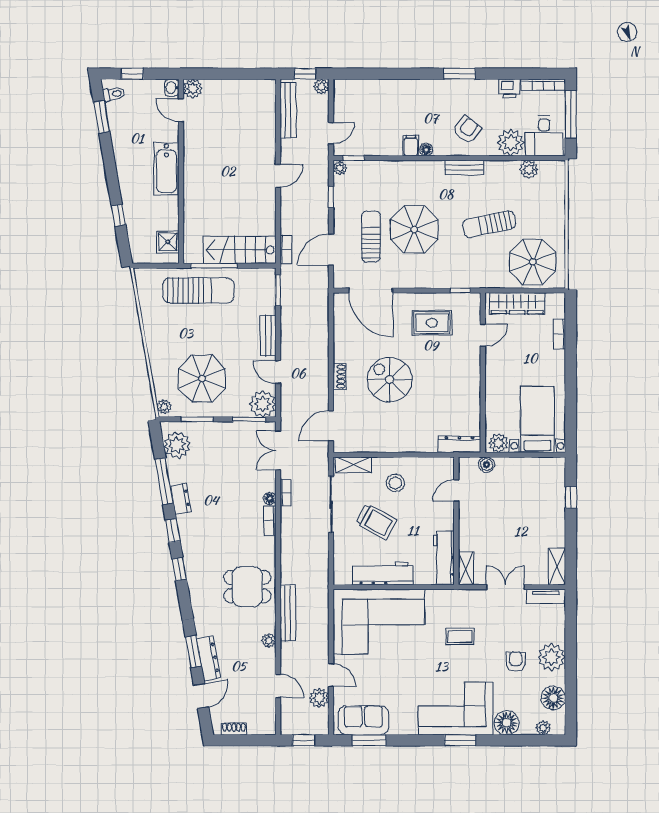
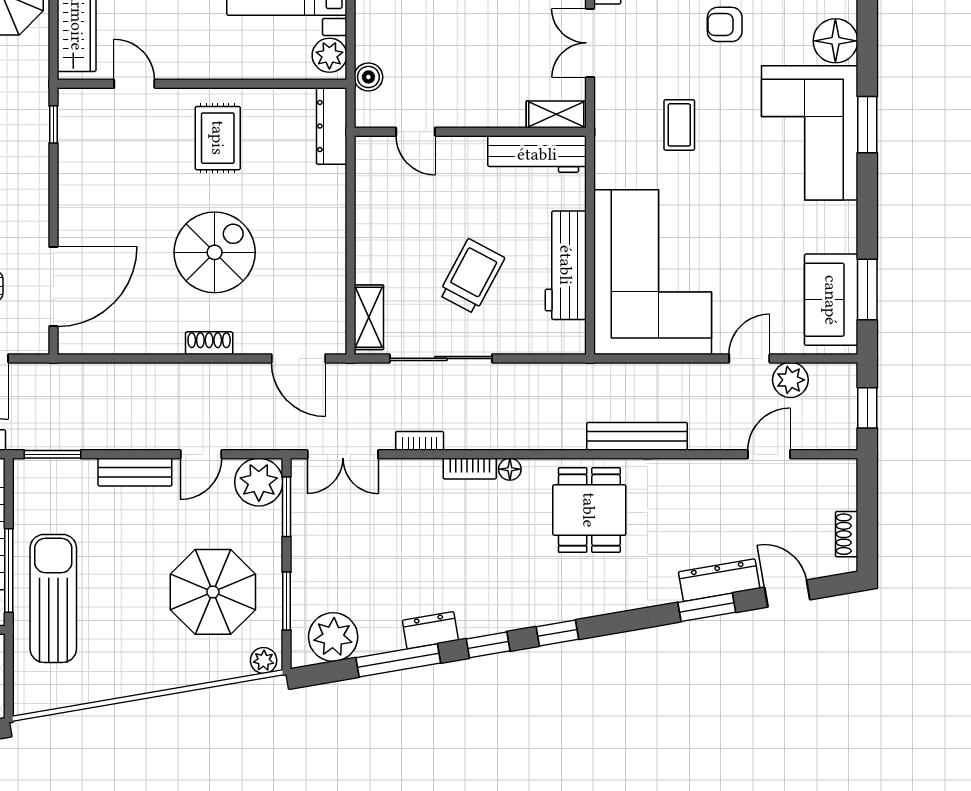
rug: (432, 323) -> (218, 138), moved
spiral stairs: (390, 380) -> (215, 252), turned 180
stool: (395, 483) -> (402, 242), removed
floor lamp: (270, 498) -> (510, 469), moved
plant: (269, 640) -> (686, 471), removed

